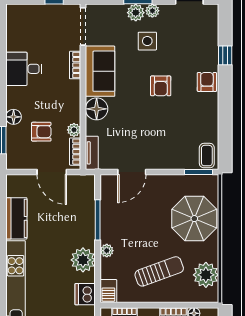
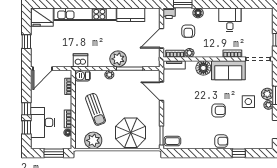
armchair: (161, 86) -> (219, 110), turned 180
printer: (14, 161) -> (169, 13), added
plant: (83, 260) -> (118, 59), moved

